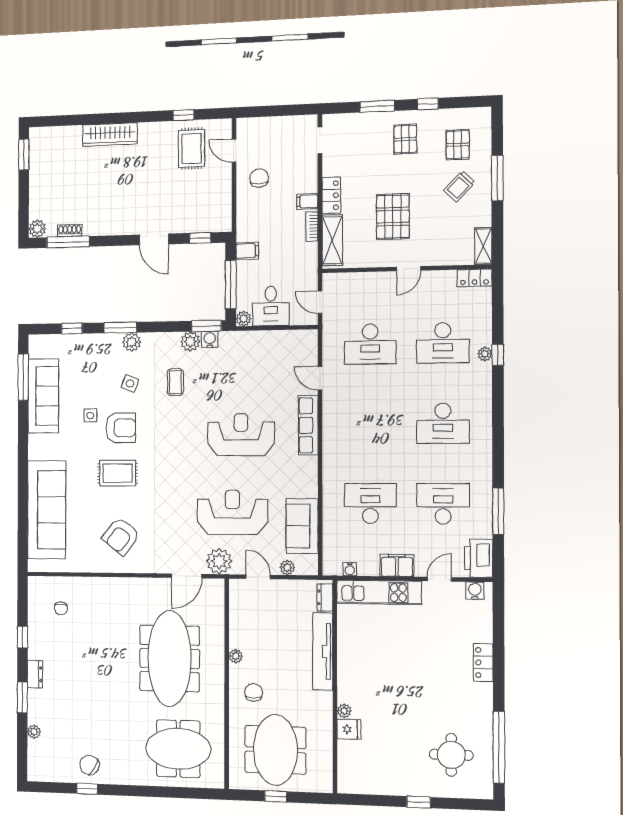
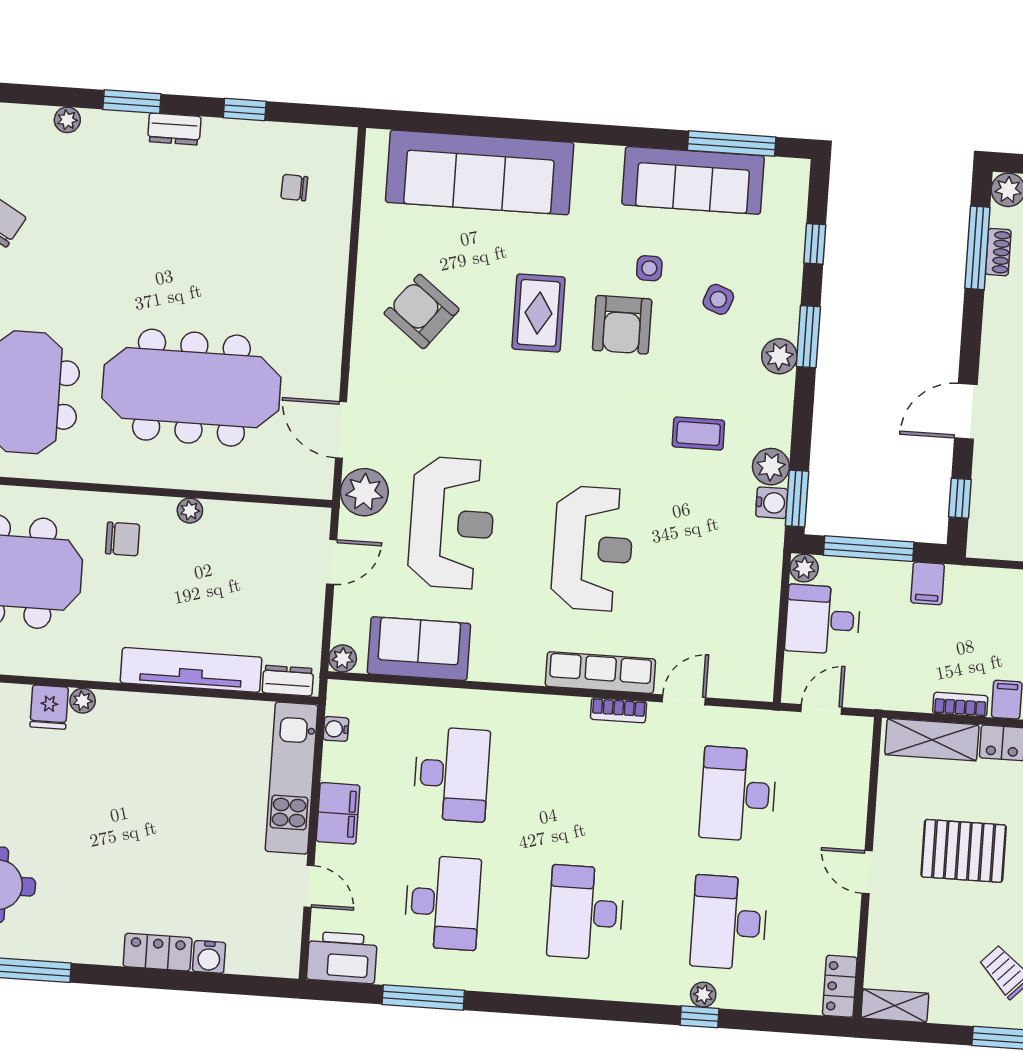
side table: (130, 383) -> (718, 299), moved
bookcase: (328, 414) -> (619, 710), added
plant: (287, 568) -> (343, 658), moved
water cooler: (475, 591) -> (209, 957), moved, turned 90

